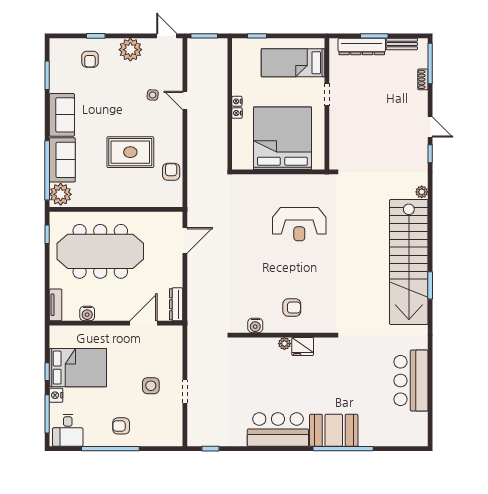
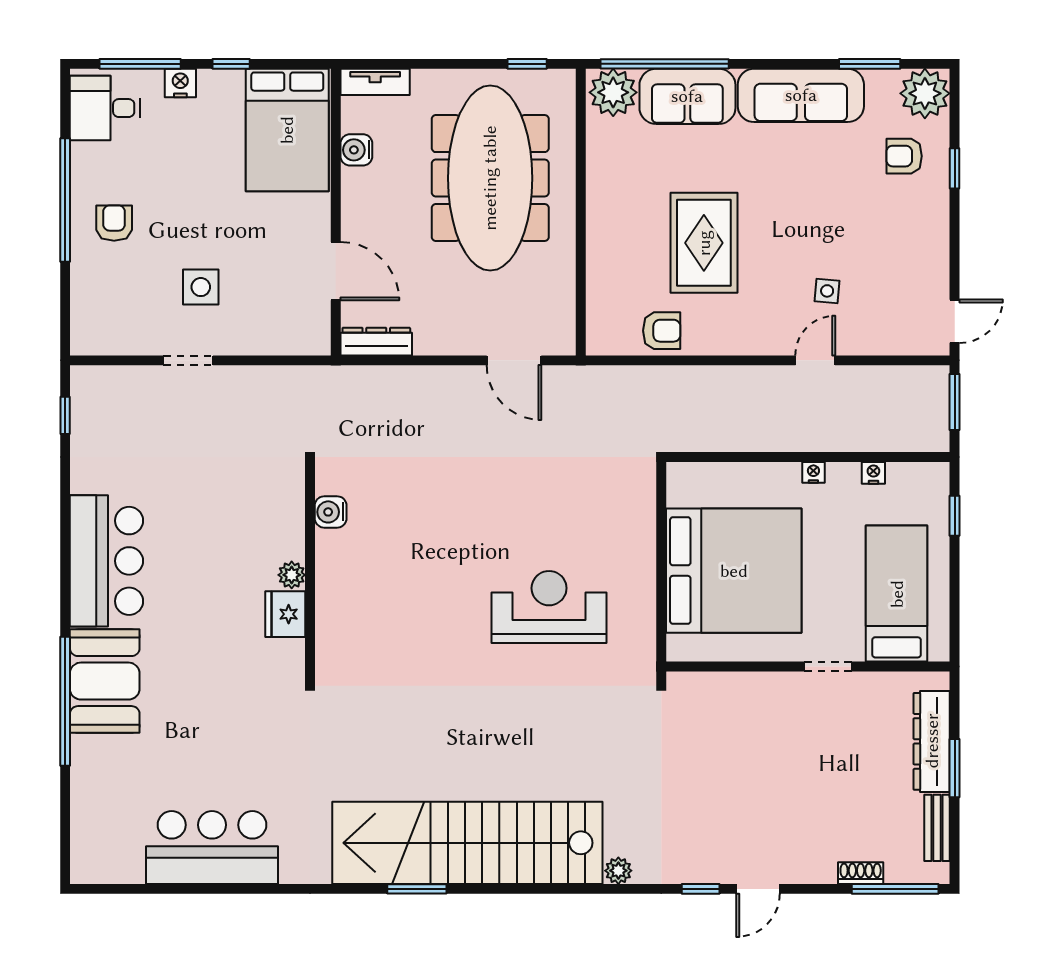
plant: (130, 50) -> (925, 93), moved
nightstand: (237, 113) -> (873, 473), moved
sofa: (62, 115) -> (801, 95), width x1.36
reception desk: (299, 224) -> (549, 607), turned 90
armchair: (292, 308) -> (369, 591), removed
bed: (78, 368) -> (287, 130), moved

